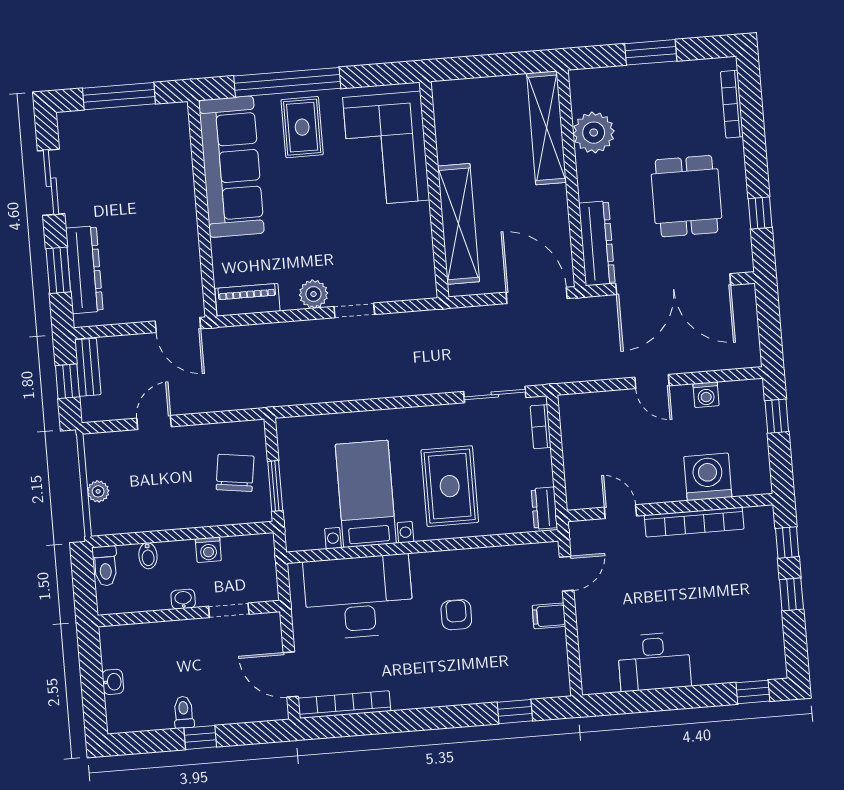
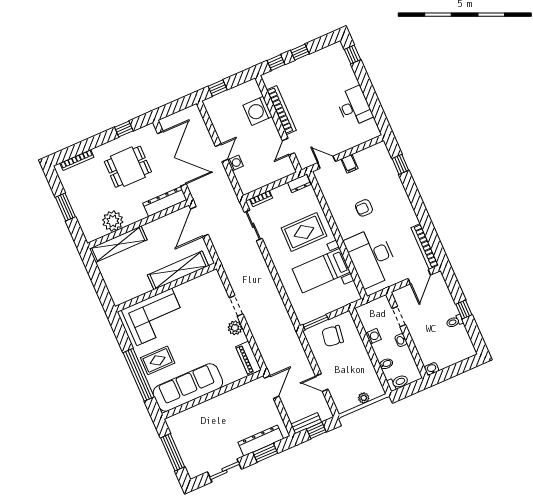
washing machine: (706, 395) -> (235, 163), moved
window: (275, 486) -> (316, 322), moved
washbasin: (113, 682) -> (432, 369), moved

